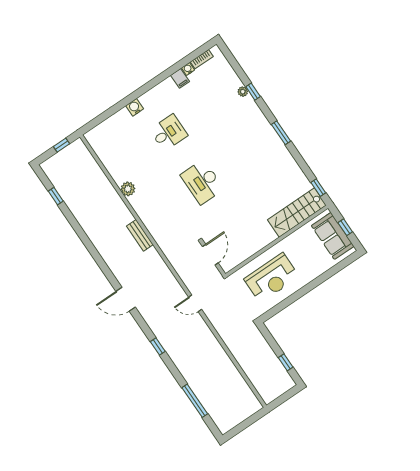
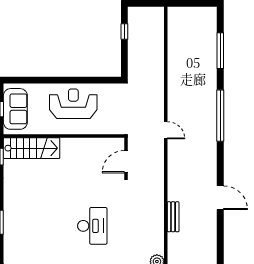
reception desk: (271, 278) -> (73, 104), moved
door: (126, 299) -> (220, 198), moved
window: (158, 346) -> (220, 116), width x3.17

